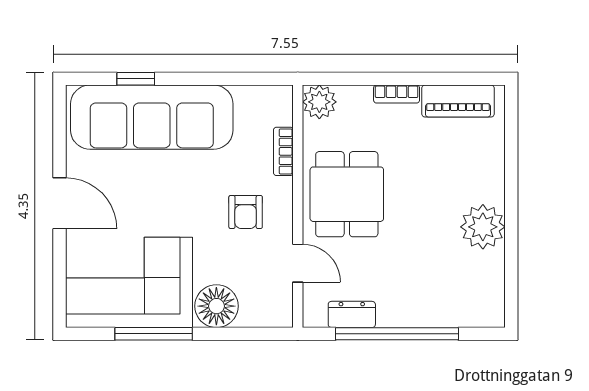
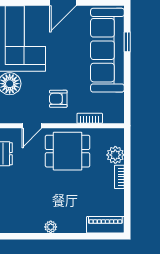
piano: (458, 101) -> (105, 225), moved, turned 90
plant: (319, 102) -> (115, 155), moved
plant: (483, 227) -> (51, 227), width x0.53, depth x0.53

